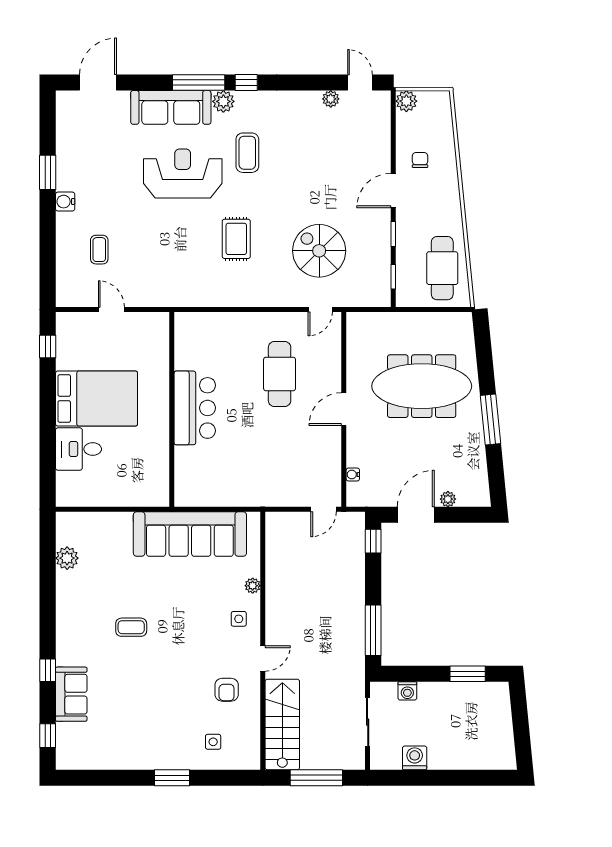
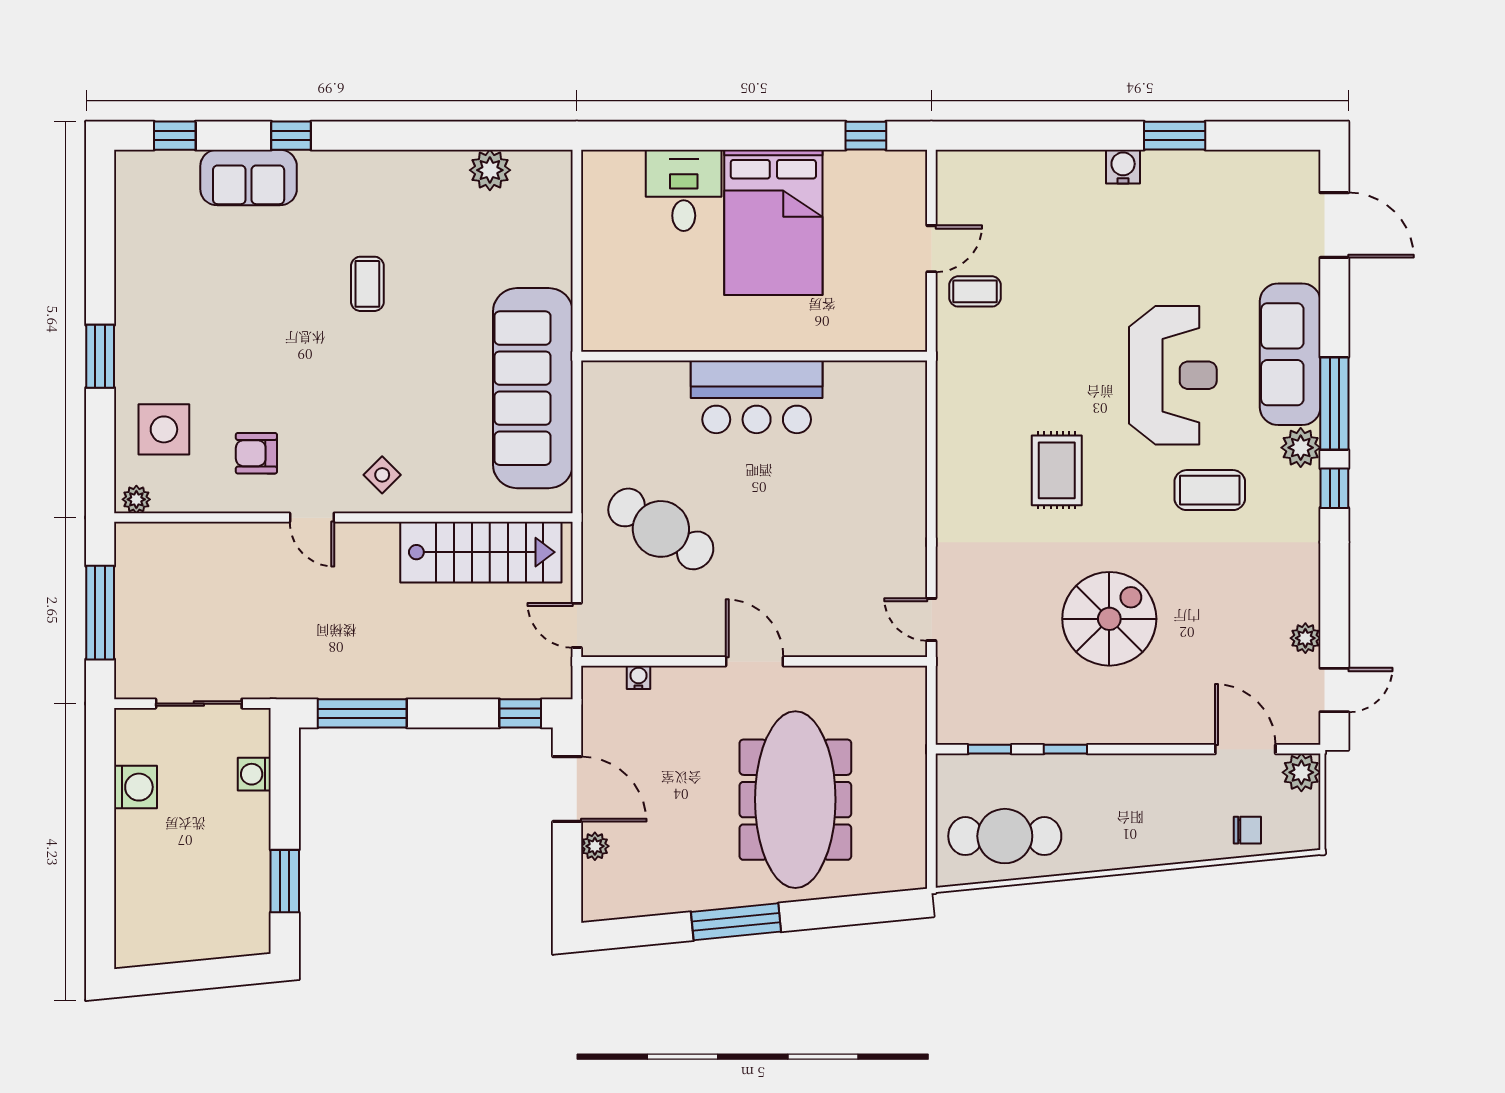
chair: (420, 160) -> (1247, 830), moved
door: (393, 190) -> (1245, 749), moved
rug: (236, 239) -> (1057, 470), turned 90
coffee table: (99, 250) -> (975, 291), moved
spiral stairs: (319, 251) -> (1109, 619), moved
cafe table: (280, 374) -> (661, 529), moved, turned 32
plant: (253, 586) -> (136, 499), moved
side table: (239, 619) -> (382, 475), turned 45
stairs: (282, 724) -> (481, 552), moved
side table: (213, 742) -> (164, 429), width x1.87, depth x1.87

